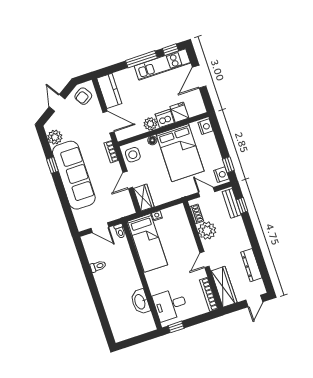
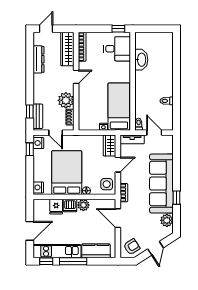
kitchen counter: (109, 91) -> (96, 251), moved, turned 90
tv unit: (121, 212) -> (132, 139), added

